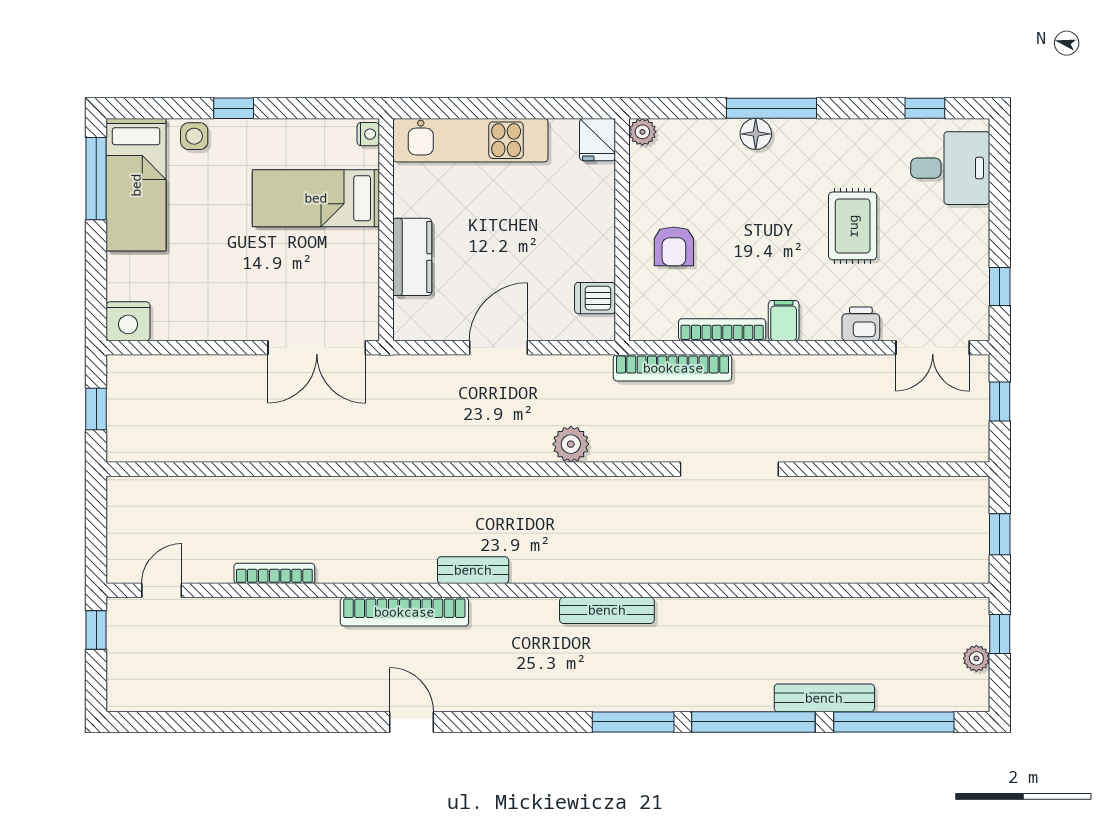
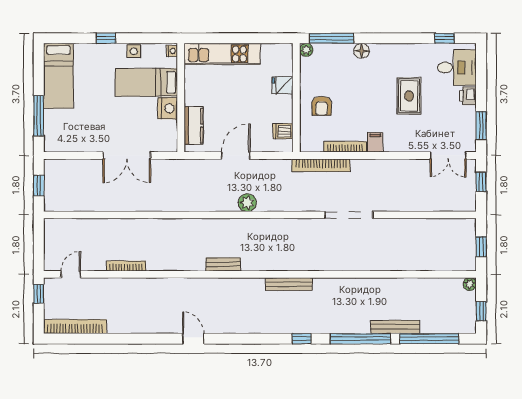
window: (771, 108) -> (332, 38), moved
side table: (194, 136) -> (134, 51), moved
fridge: (598, 140) -> (283, 85), moved, turned 90
window: (96, 179) -> (39, 116), moved
kitchen counter: (412, 257) -> (194, 126), moved
window: (1000, 286) -> (481, 126), width x1.50
nightstand: (128, 321) -> (168, 108), moved, turned -90
printer: (861, 324) -> (468, 96), moved, turned -90
double door: (317, 348) -> (127, 155), moved
plant: (571, 444) -> (247, 203), moved
bookcase: (404, 612) -> (75, 327), moved, turned 180
window: (1000, 634) -> (481, 311), moved
plant: (976, 658) -> (470, 284), moved
window: (633, 722) -> (302, 339), width x0.46

